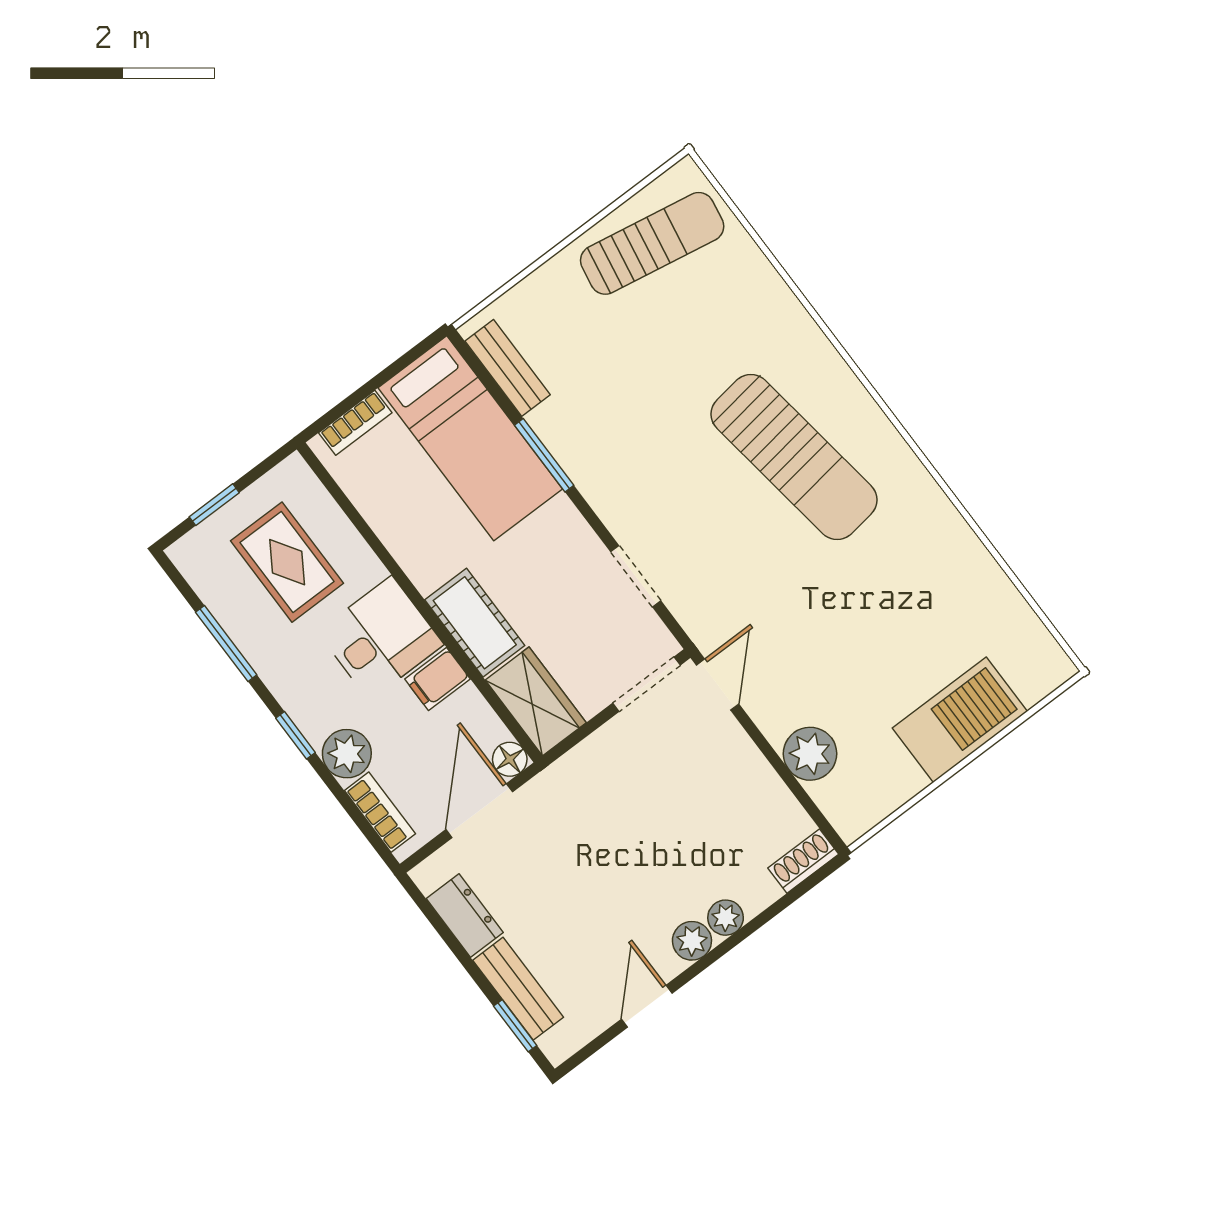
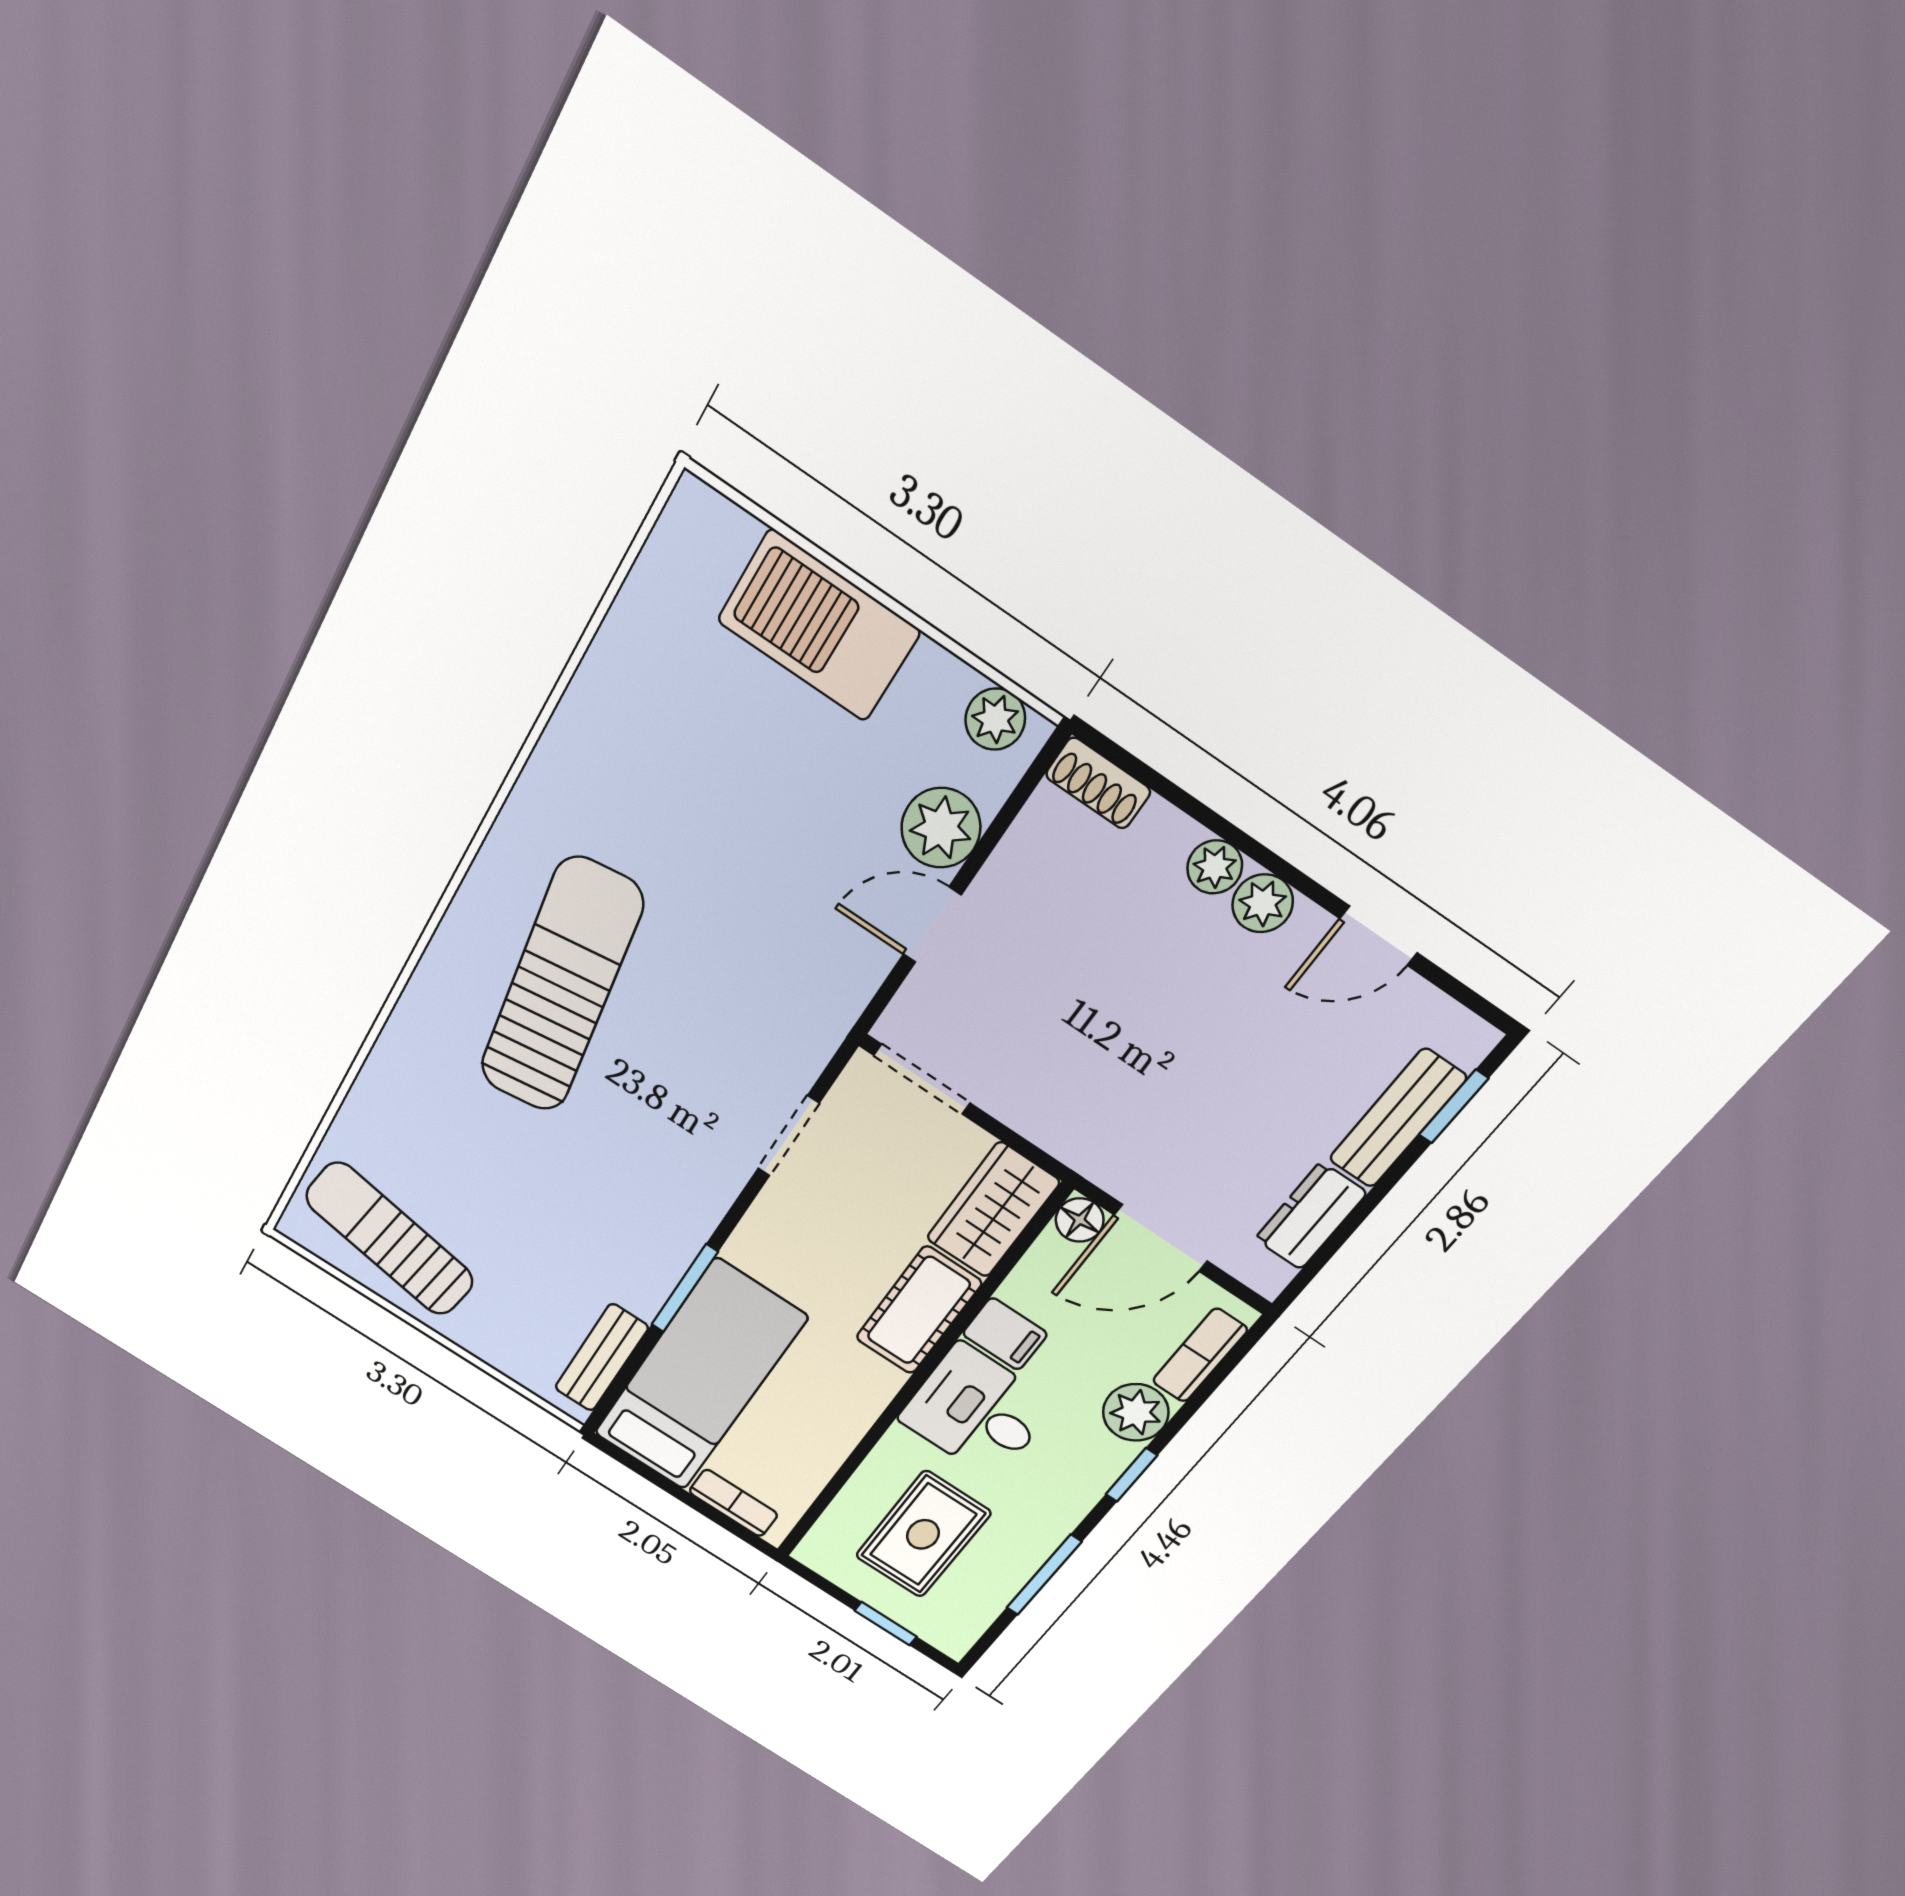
door: (718, 685) -> (932, 925), moved
plant: (865, 810) -> (995, 719), added

